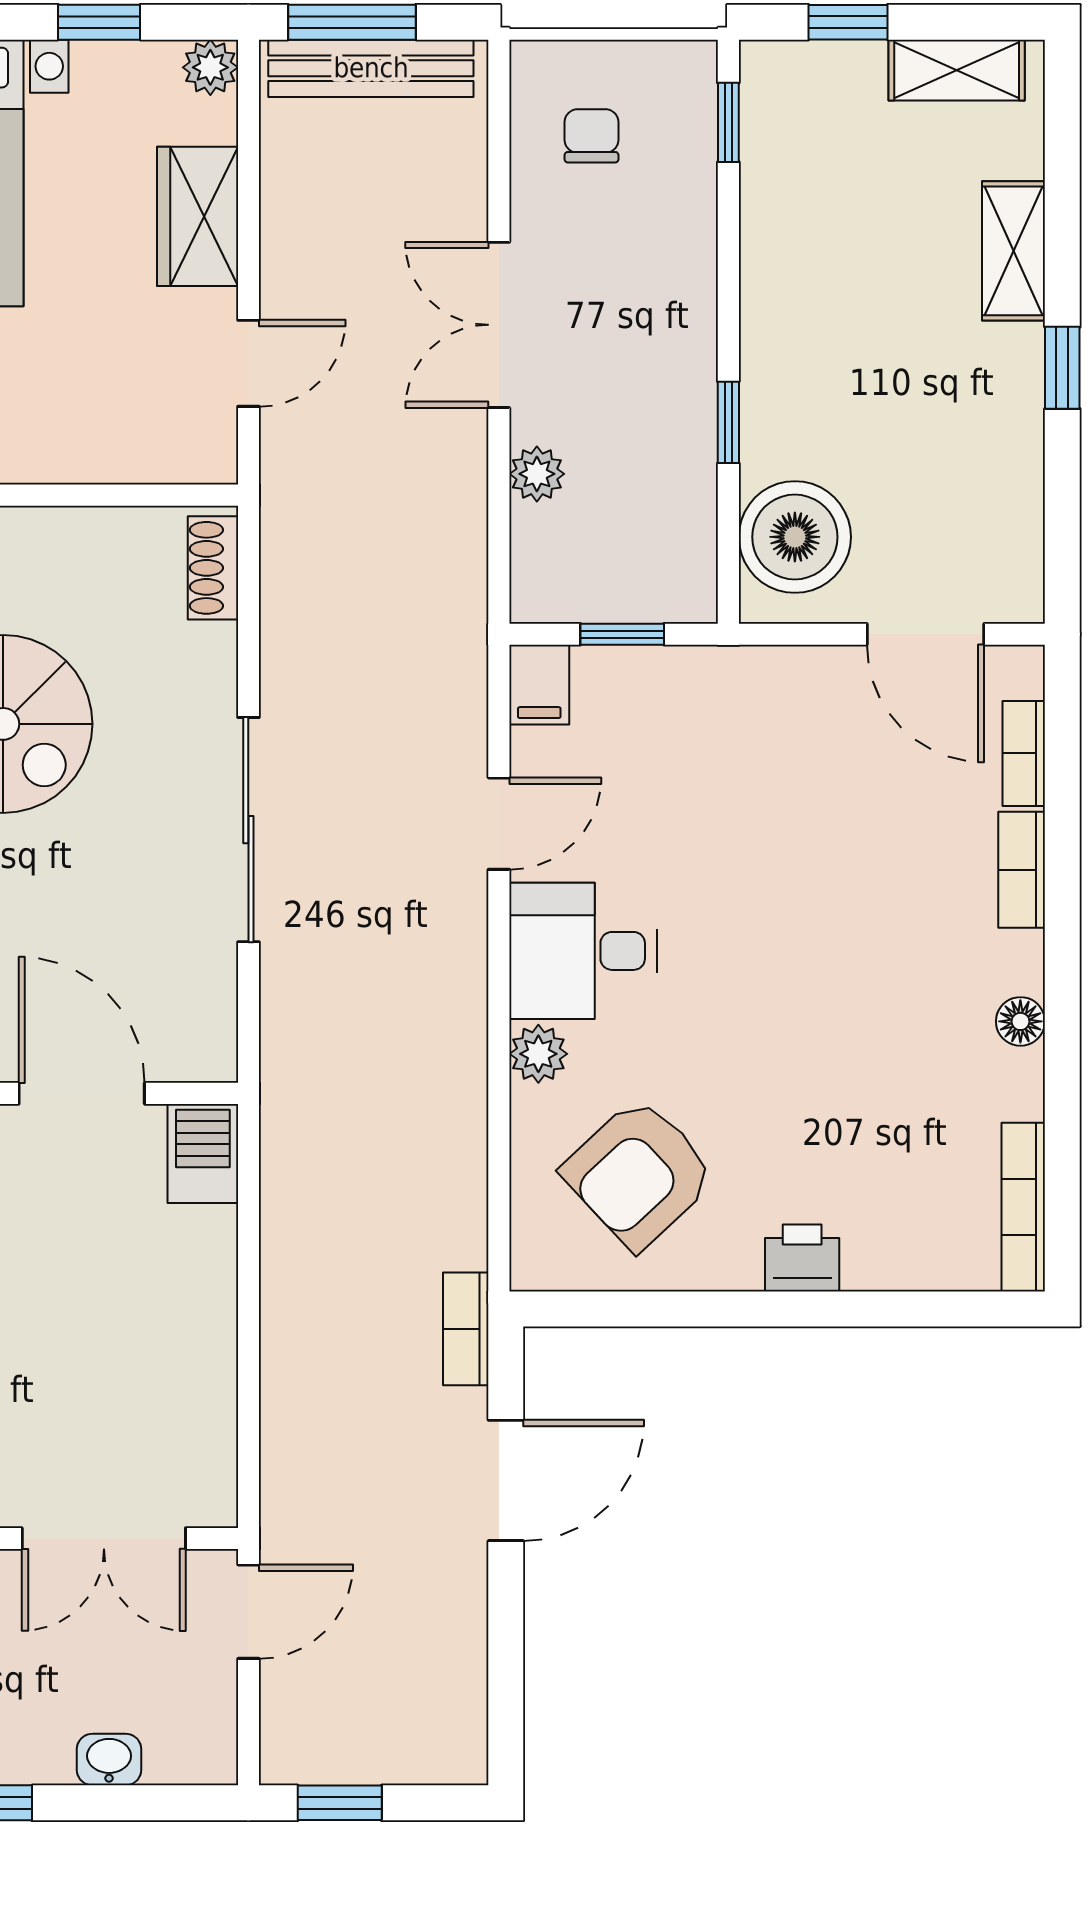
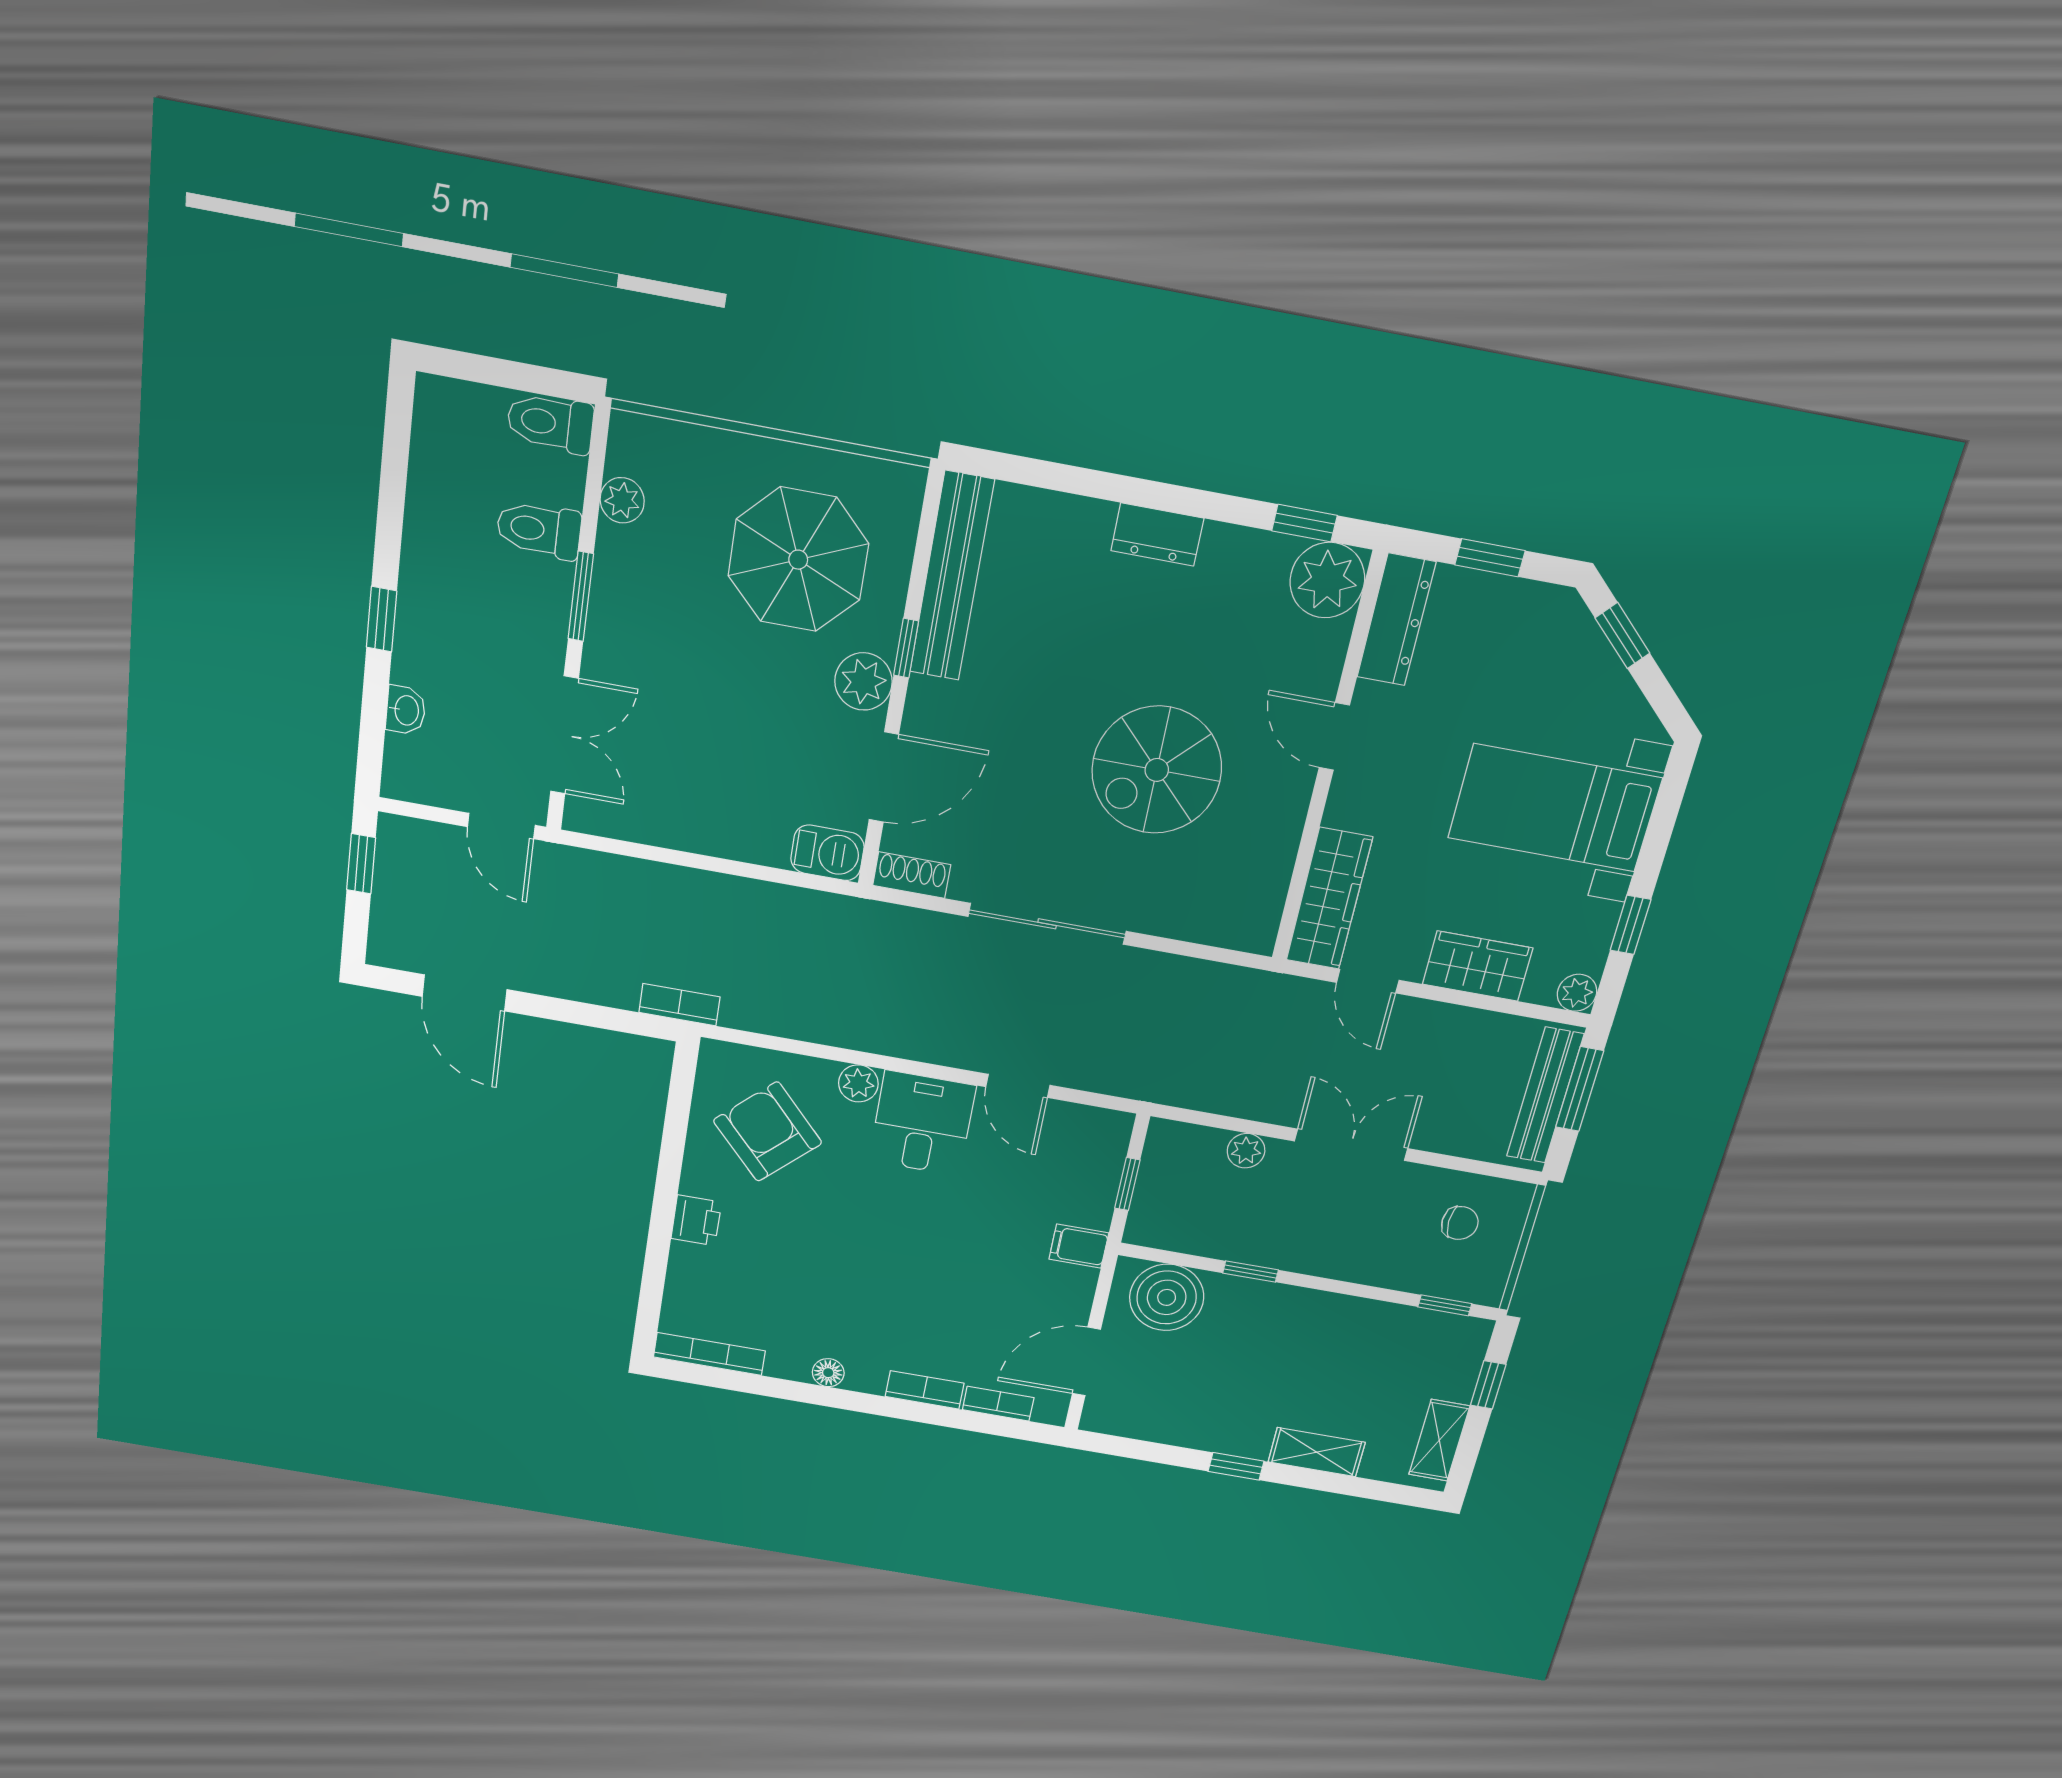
wardrobe: (139, 447) -> (1329, 899), added
shoe rack: (213, 568) -> (912, 875), moved
filing cabinet: (539, 685) -> (1079, 1246), moved
door: (506, 1480) -> (465, 993), moved
double door: (104, 1539) -> (564, 735), swing flipped

